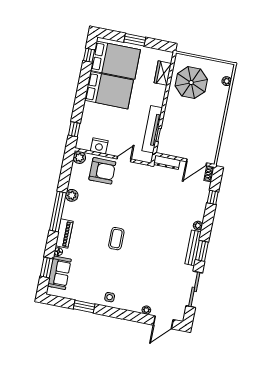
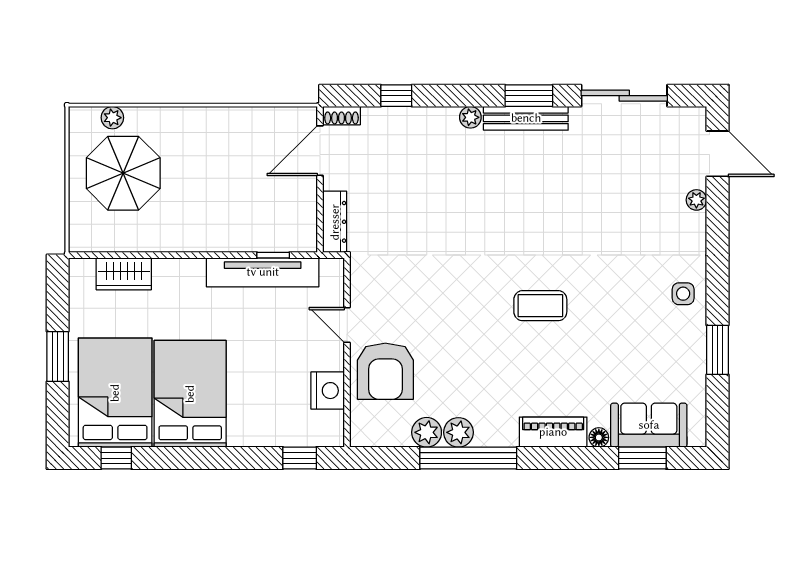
parasol: (191, 83) -> (123, 173), moved
plant: (79, 157) -> (427, 432), moved
door: (197, 162) -> (320, 151), swing flipped
armchair: (102, 171) -> (385, 371), turned 180
window: (58, 212) -> (468, 458), moved

